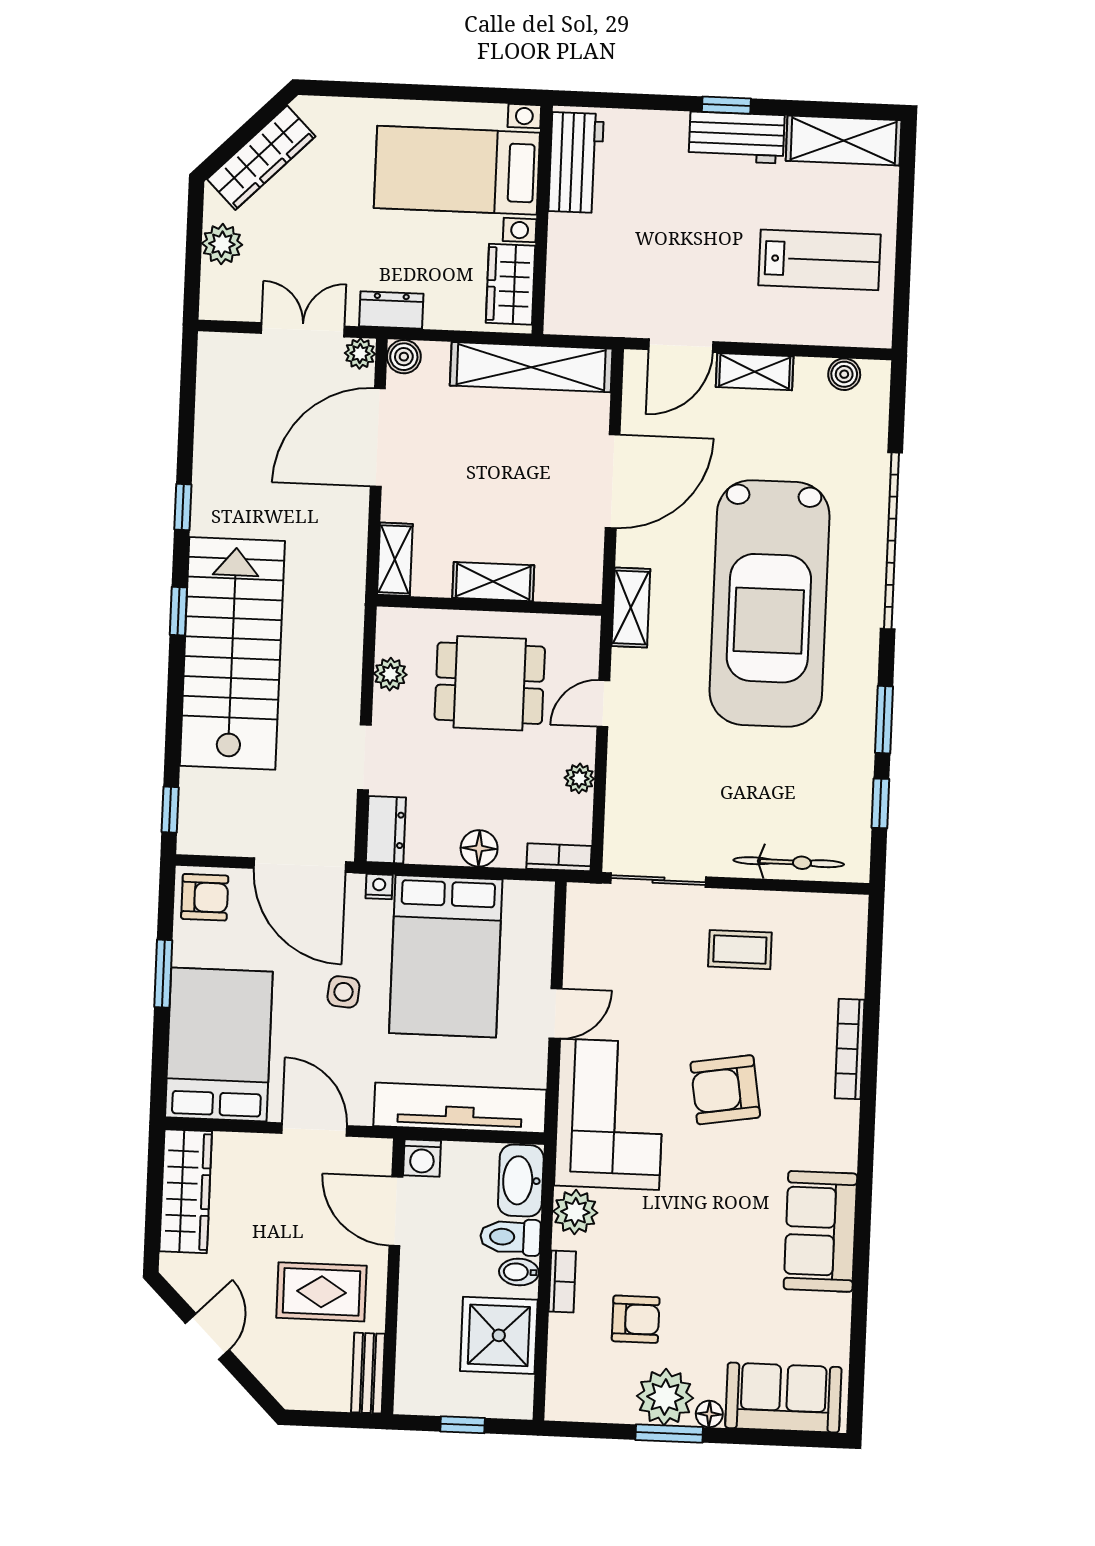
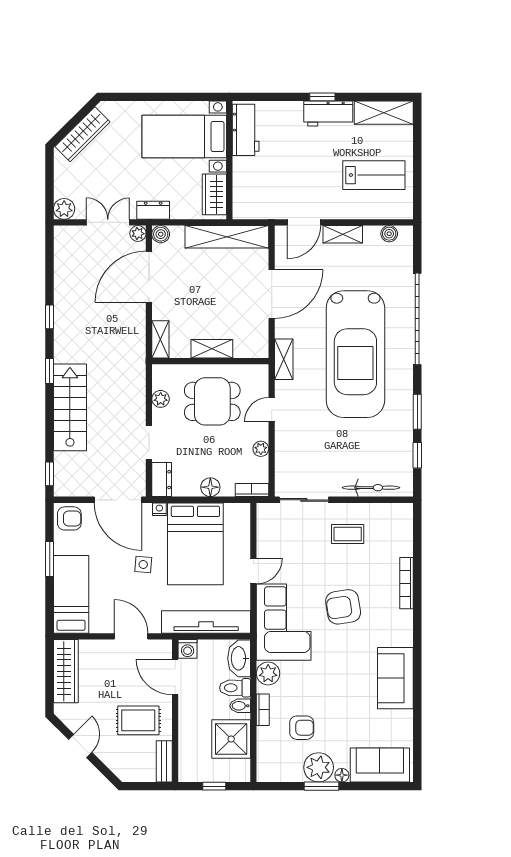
plant: (222, 244) -> (64, 209), moved
stairs: (232, 653) -> (70, 407), width x0.73, depth x0.66
bed: (219, 1044) -> (71, 594), width x0.67

